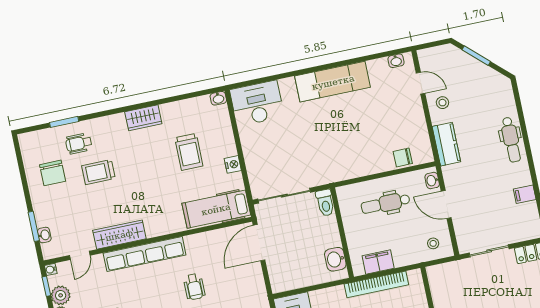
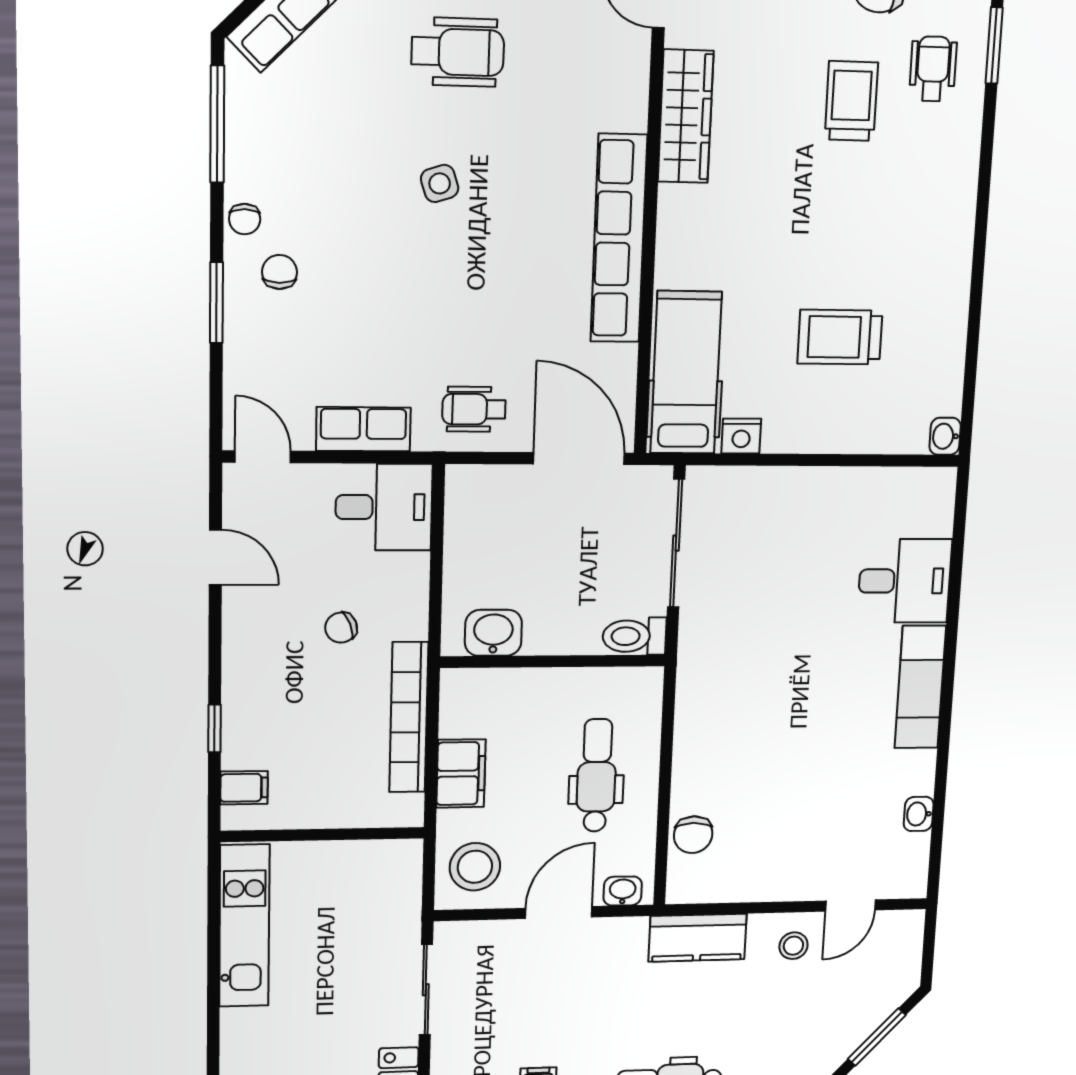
washbasin: (396, 61) -> (919, 814), moved
exam couch: (333, 82) -> (920, 687), width x0.73, depth x0.69
desk: (257, 103) -> (905, 581), moved, width x0.73
wardrobe: (143, 118) -> (950, 245), removed
chair: (403, 157) -> (693, 835), turned 180
nightstand: (233, 164) -> (741, 436), moved
stool: (433, 243) -> (475, 867), width x1.89, depth x1.89
row of seats: (145, 254) -> (619, 239), moved
filing cabinet: (378, 262) -> (461, 774), moved
wheelchair: (194, 287) -> (474, 409), moved

